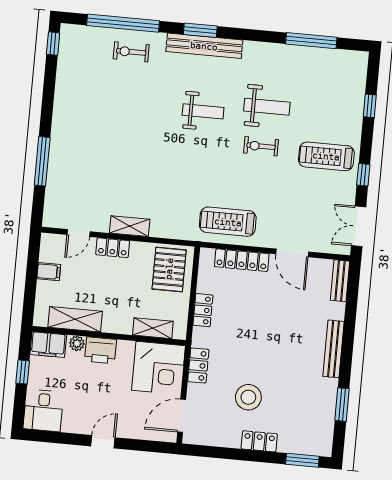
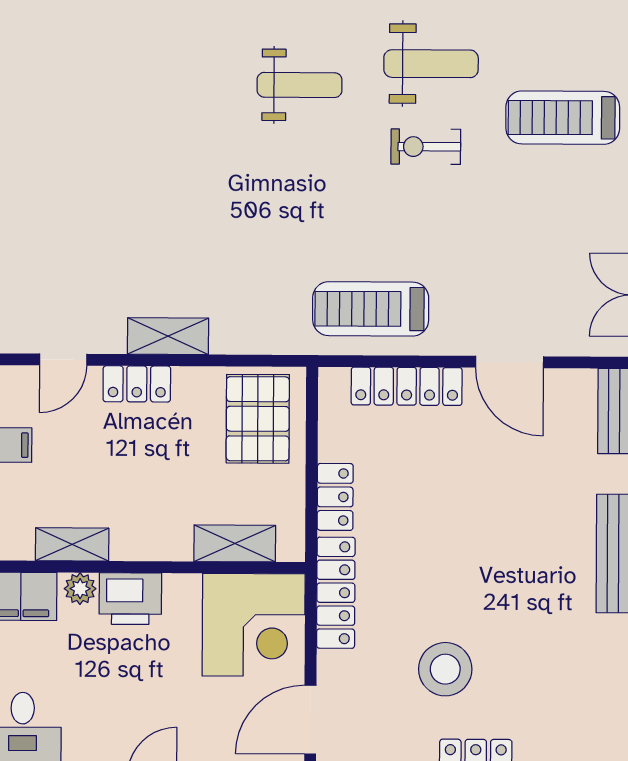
treadmill: (326, 156) -> (563, 118), moved
shelving: (75, 319) -> (72, 544), width x0.67, depth x0.75
locker: (198, 366) -> (336, 593), width x1.53

